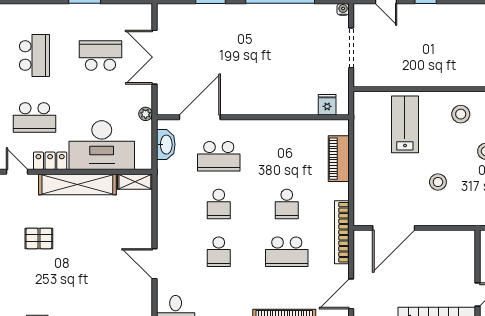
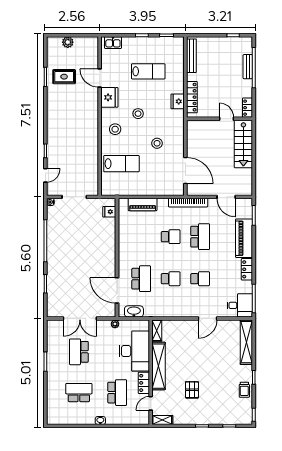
lab bench: (405, 124) -> (121, 164), turned 180

